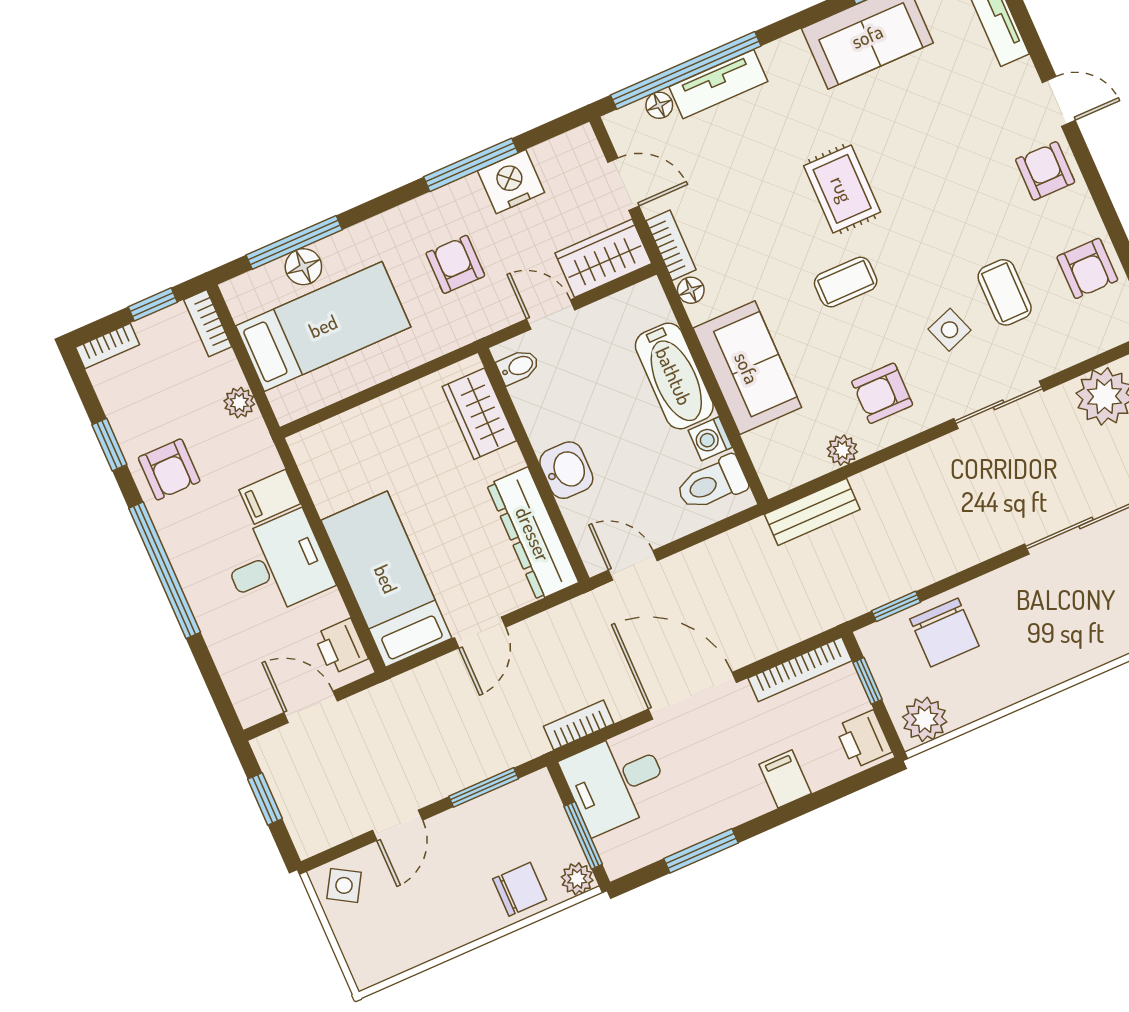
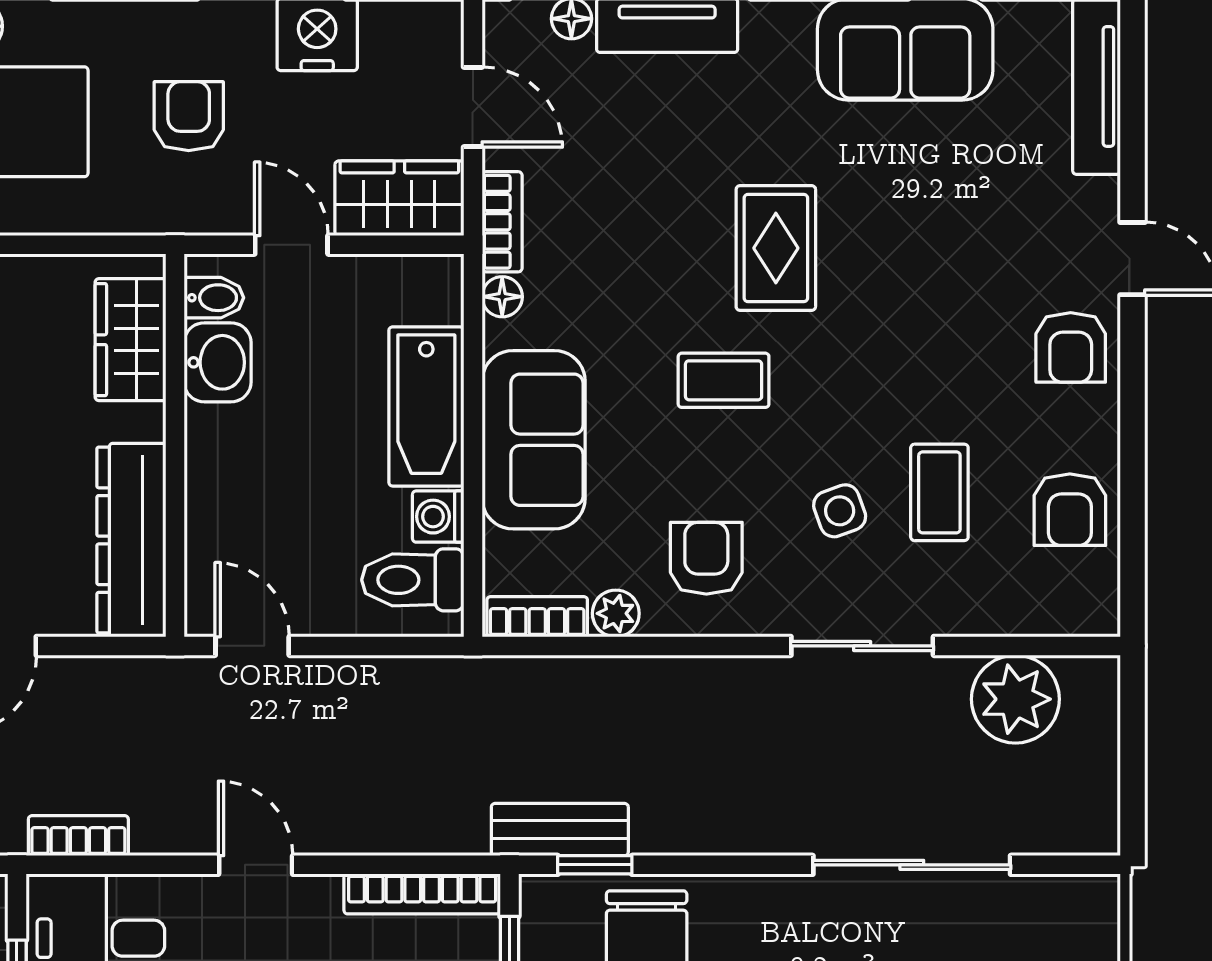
armchair: (1045, 171) -> (1071, 347), turned 180
armchair: (882, 393) -> (706, 558), turned 90
washbasin: (566, 470) -> (218, 362), moved
bookcase: (796, 473) -> (537, 617), added
bench: (812, 512) -> (560, 830), moved
door: (693, 696) -> (256, 865), width x0.53

